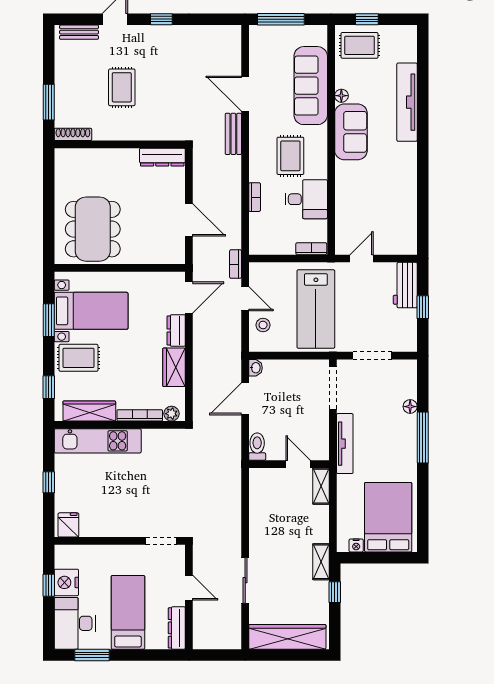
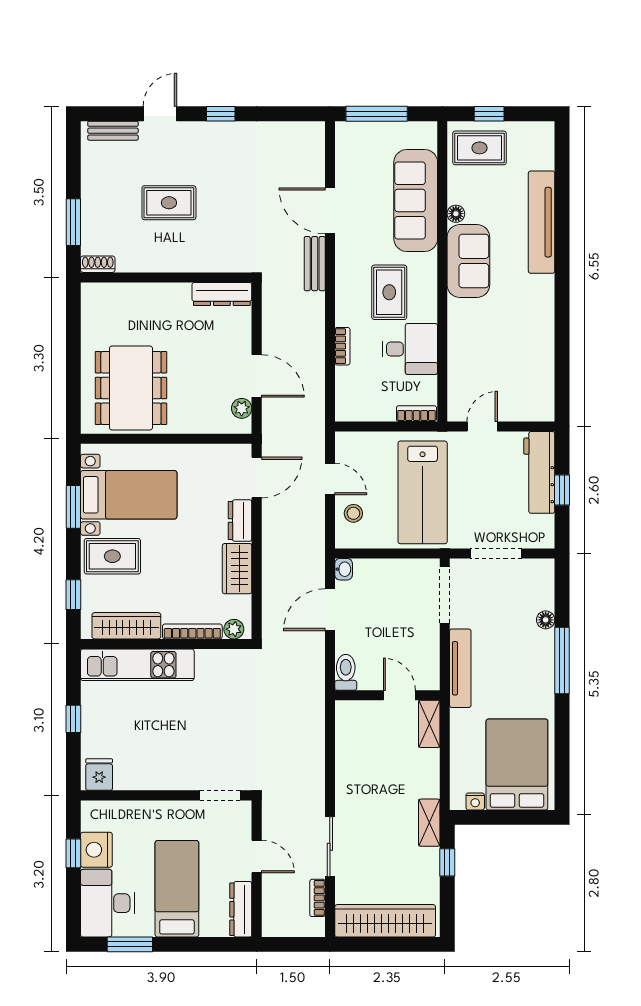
rug: (122, 87) -> (169, 203), turned 90
shoe rack: (73, 134) -> (98, 264), width x0.70
plant: (177, 245) -> (242, 408), added
bookcase: (236, 264) -> (317, 898), moved
workbench: (405, 285) -> (539, 472), width x1.38

